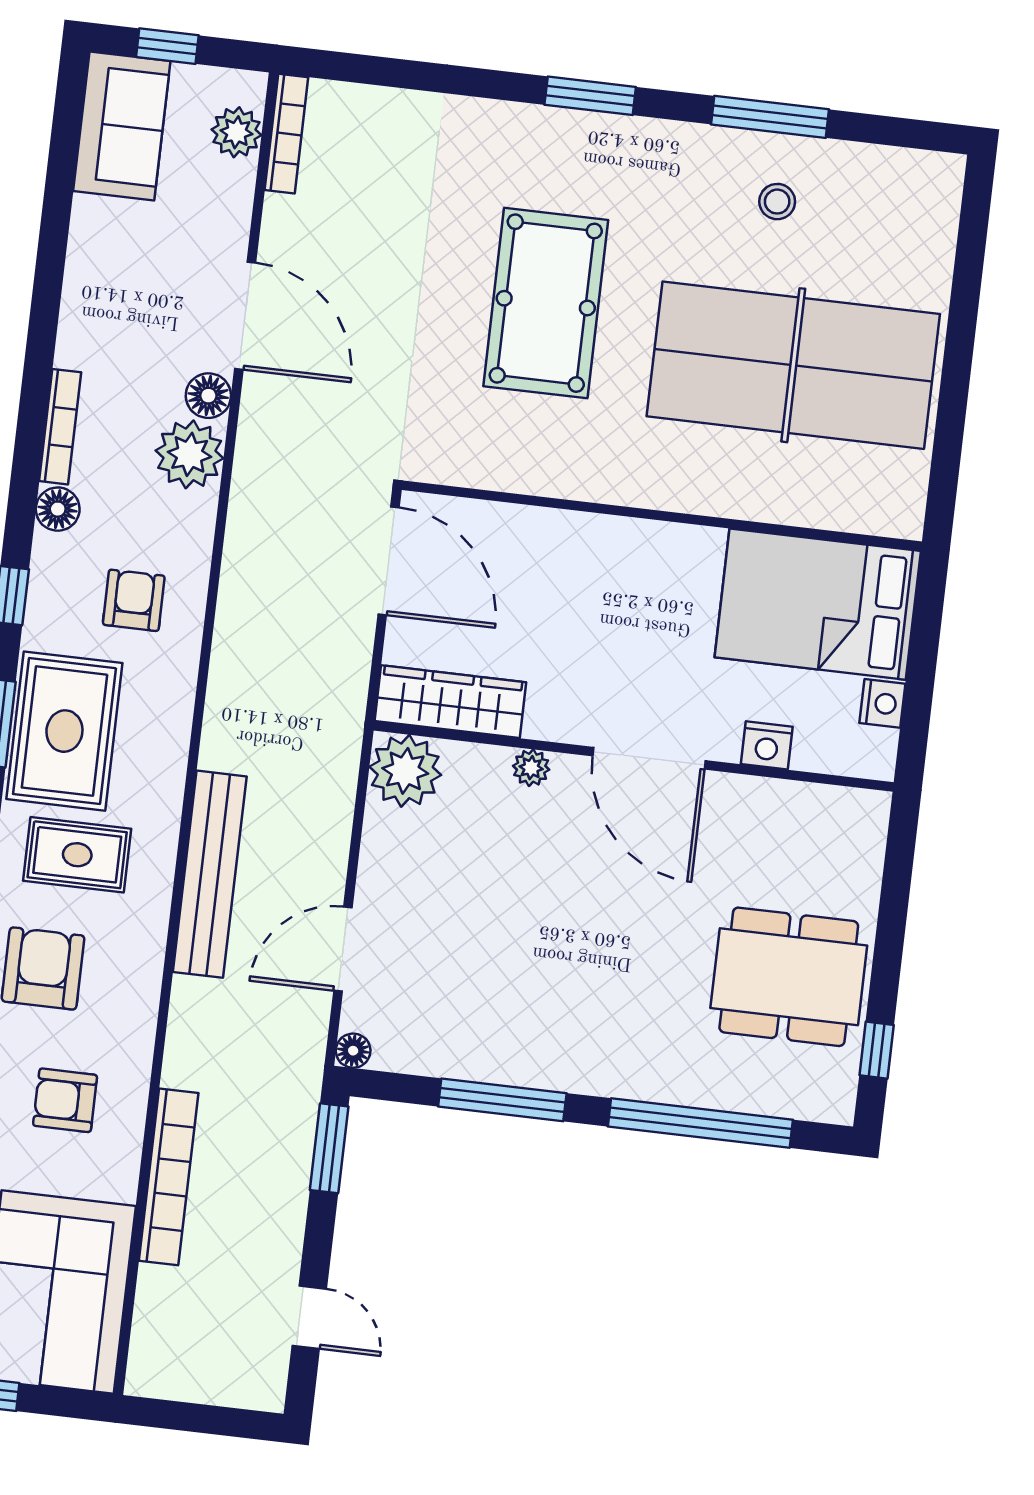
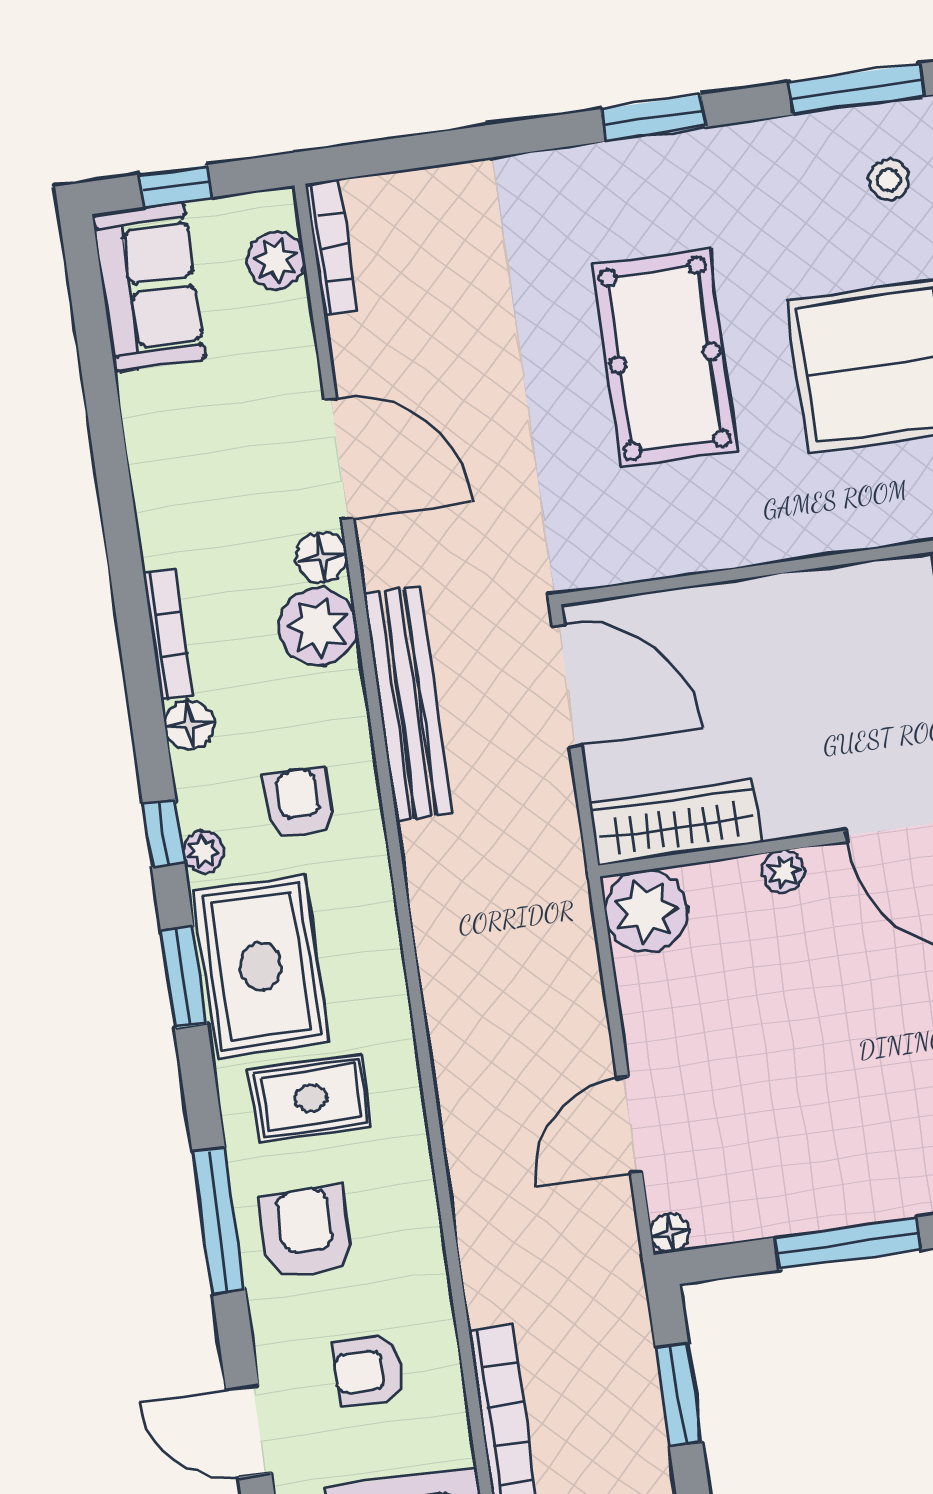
plant: (41, 620) -> (203, 852), added
bench: (210, 874) -> (408, 704), moved
window: (329, 1148) -> (679, 1395), moved

